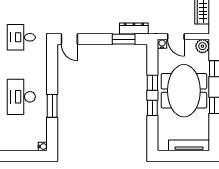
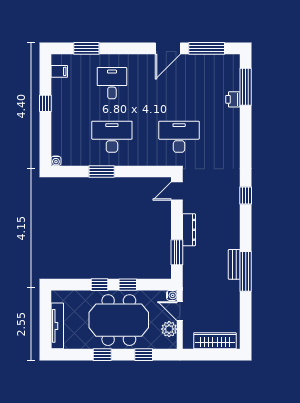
dresser: (134, 28) -> (189, 230), moved
desk: (21, 37) -> (179, 137), width x1.37
door: (176, 37) -> (180, 311), hinge flipped
plant: (202, 46) -> (169, 329), moved

